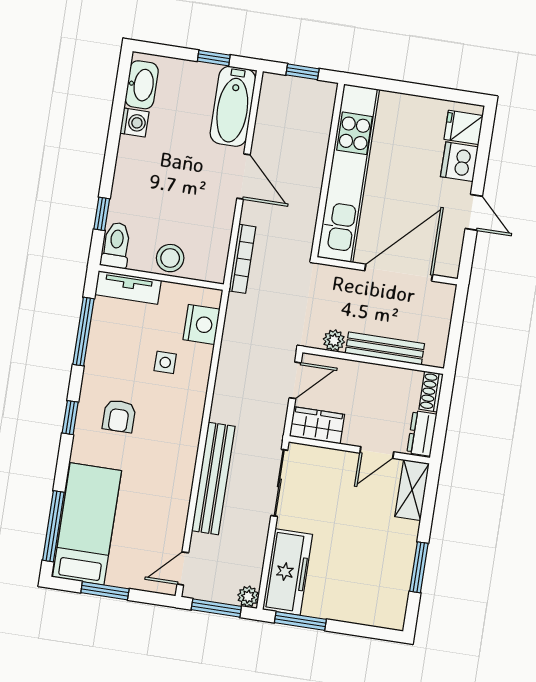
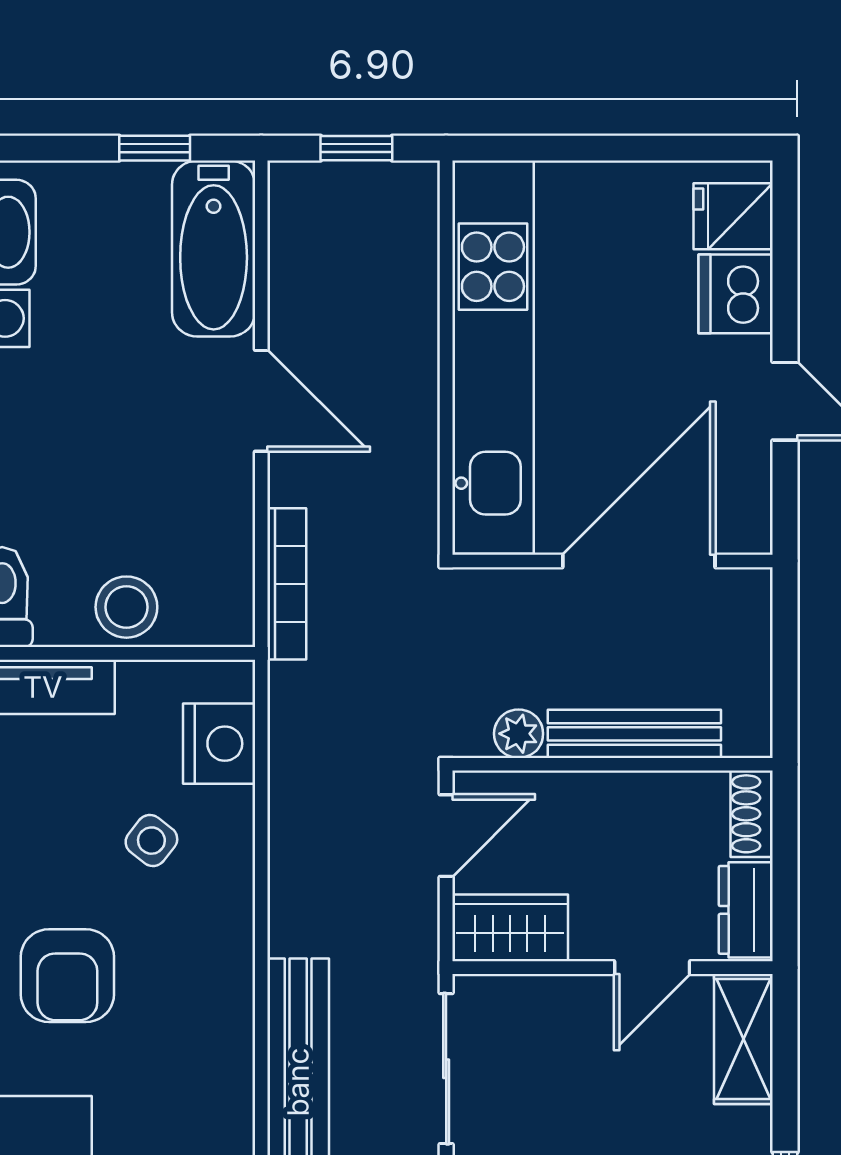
side table: (165, 362) -> (151, 841), turned 38
armchair: (119, 416) -> (67, 976), width x1.38, depth x1.38

